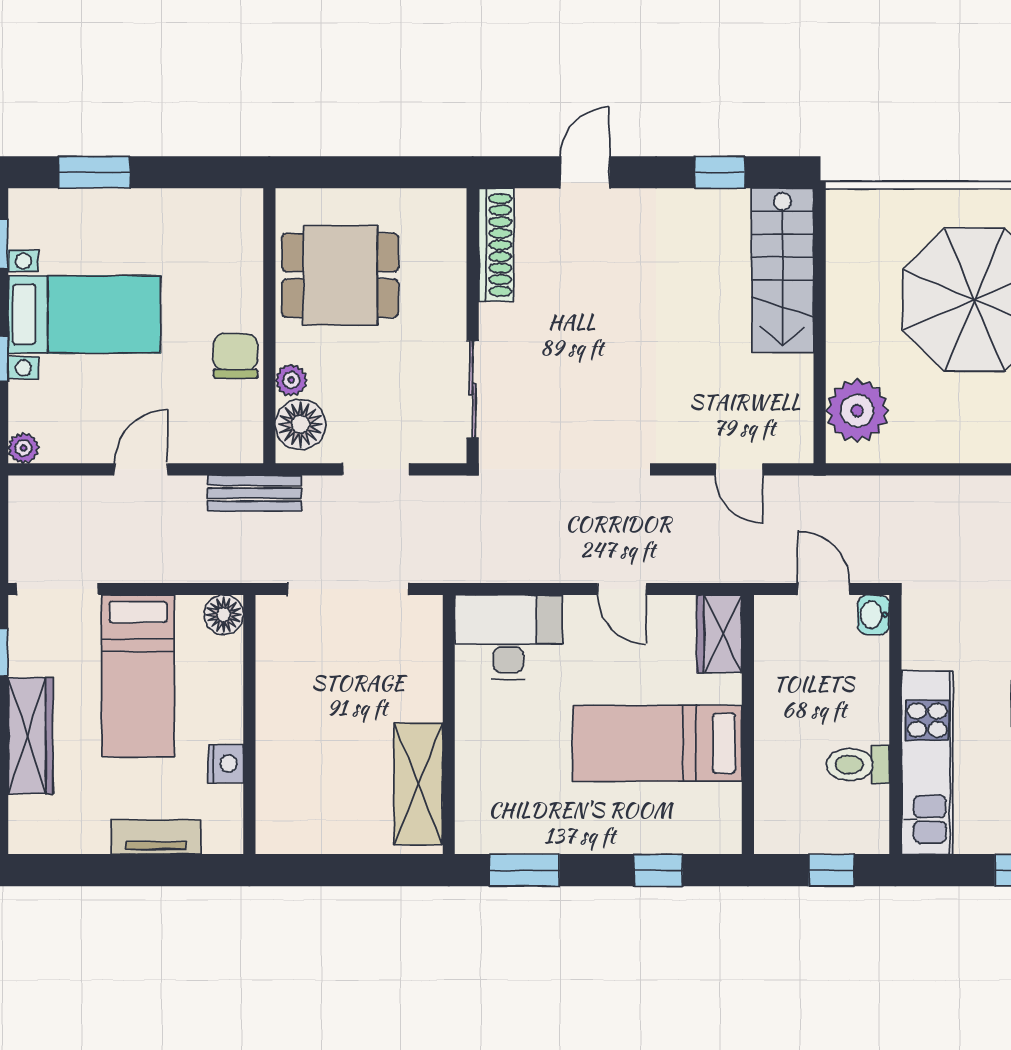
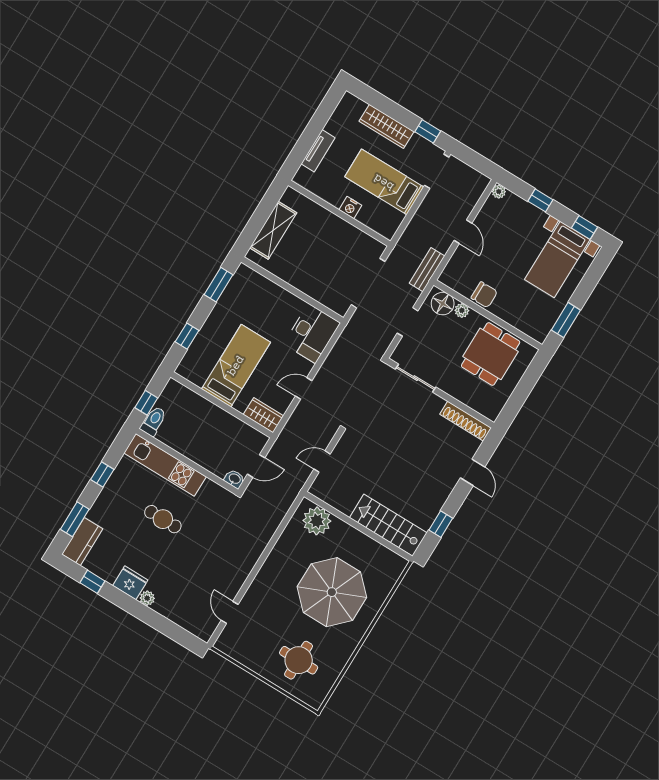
window: (94, 172) -> (566, 320), moved
bed with nightstands: (84, 314) -> (557, 260), moved
floor lamp: (224, 615) -> (388, 229), removed
nightstand: (226, 763) -> (350, 207), moved
toilet: (858, 765) -> (153, 421), moved
shelving: (418, 784) -> (273, 230), moved, turned 90

